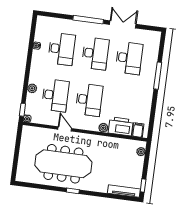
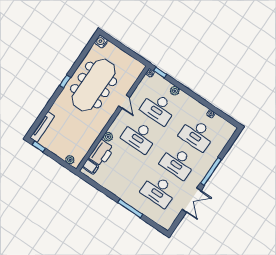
door: (65, 129) -> (124, 102), hinge flipped
water cooler: (21, 176) -> (101, 42), added

